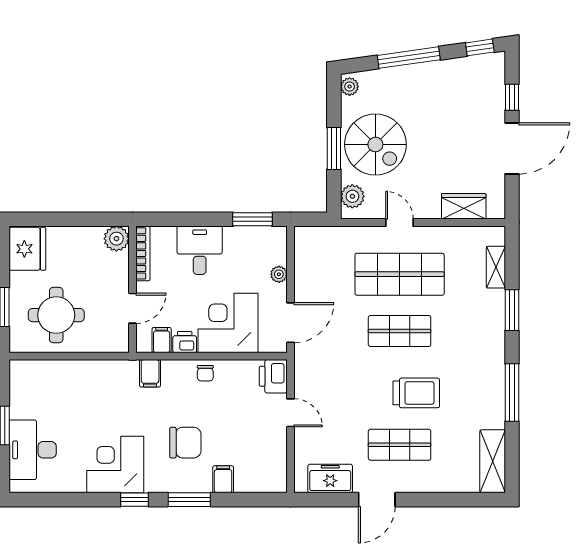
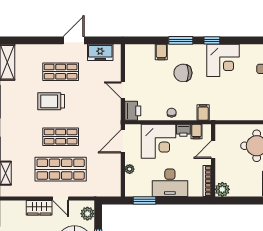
wardrobe: (464, 206) -> (39, 208), moved
desk: (200, 250) -> (170, 183), width x1.37

